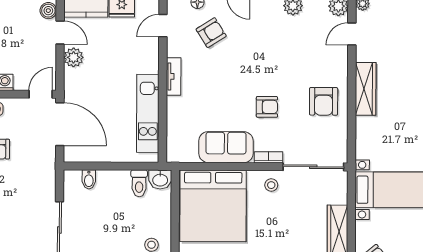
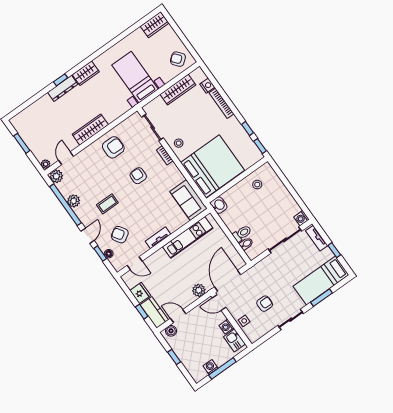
door: (60, 33) -> (178, 316), hinge flipped
door: (352, 34) -> (66, 158), swing flipped
coffee table: (260, 45) -> (107, 204), added
plant: (74, 57) -> (199, 290), moved
sofa: (226, 147) -> (188, 200), moved
sliding door: (313, 167) -> (153, 128), width x0.73
toilet: (139, 183) -> (242, 233), moved

